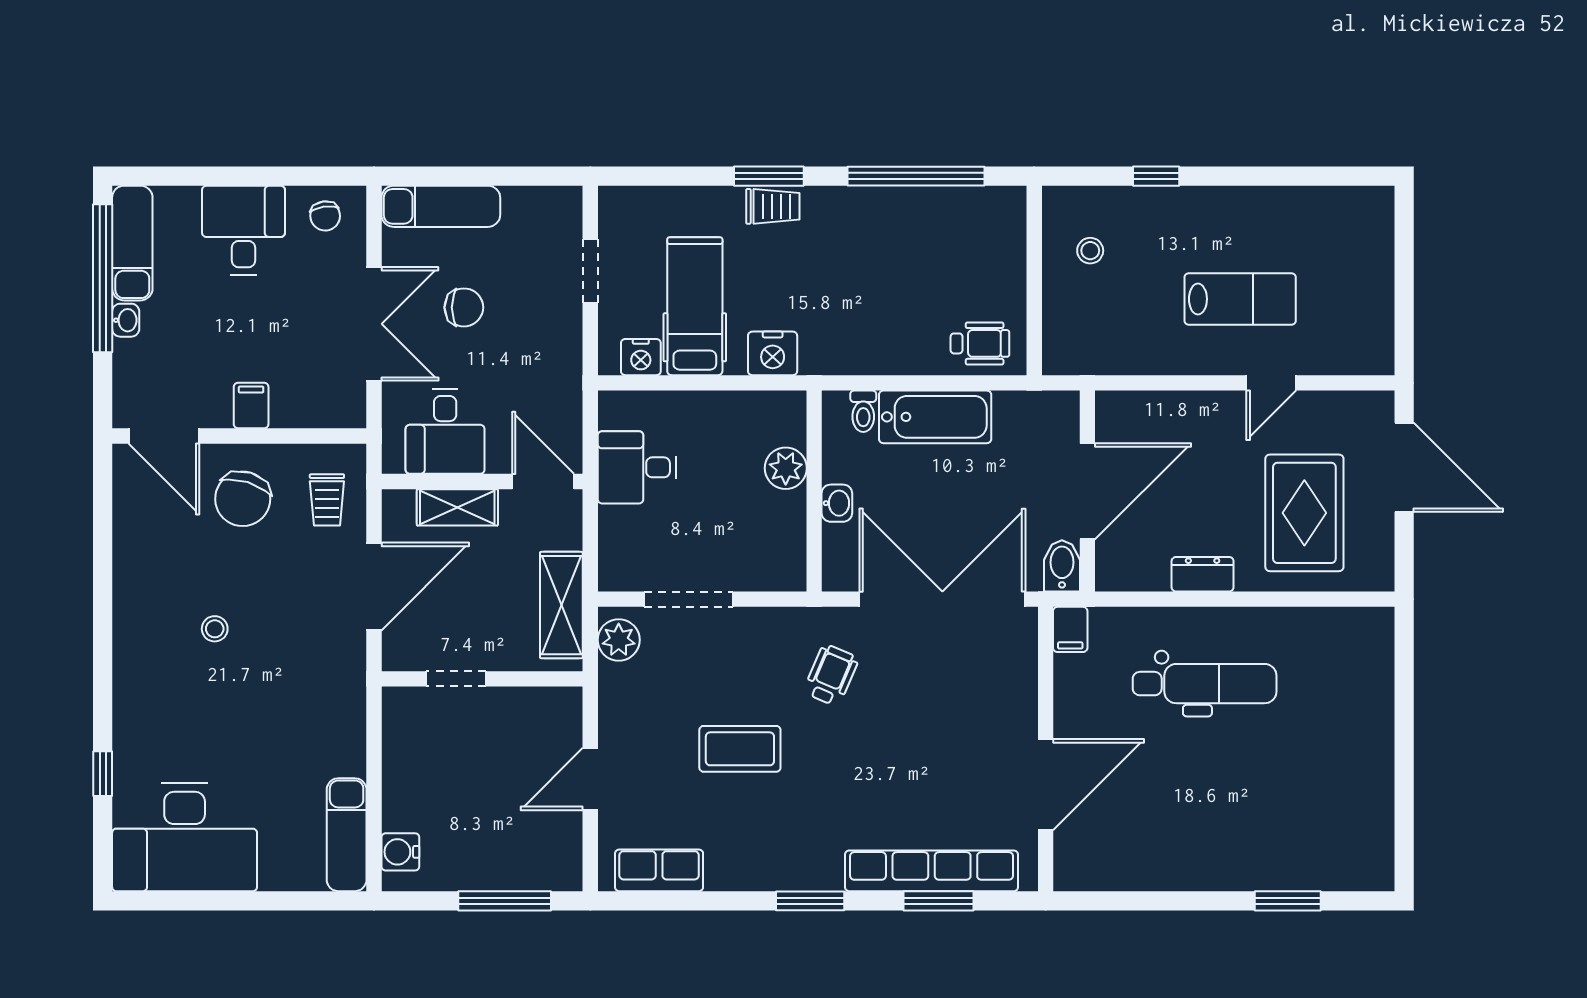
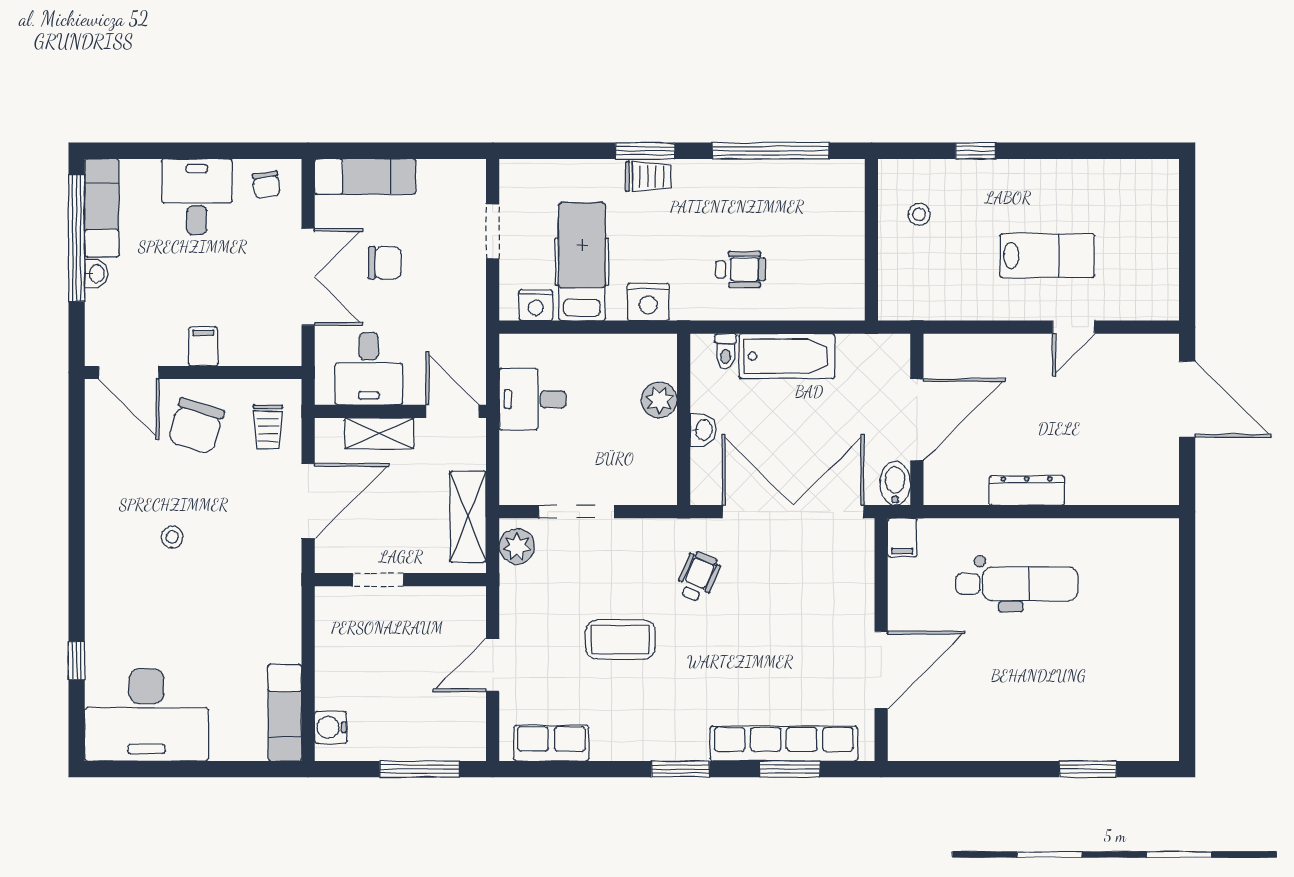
wheelchair: (980, 343) -> (740, 269), moved
rug: (1304, 513) -> (1102, 438), removed
dresser: (1203, 574) -> (1027, 490), width x1.44

